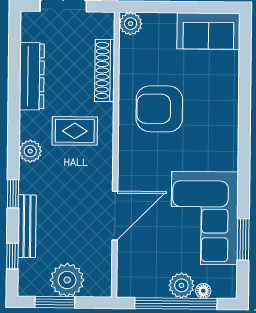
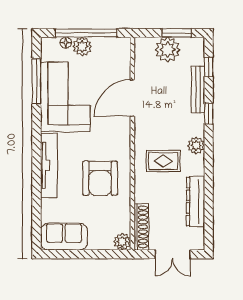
shoe rack: (105, 70) -> (141, 227), moved
armchair: (159, 109) -> (100, 178), turned 90
tv unit: (228, 127) -> (49, 165), added
window: (243, 239) -> (36, 81), width x1.44

